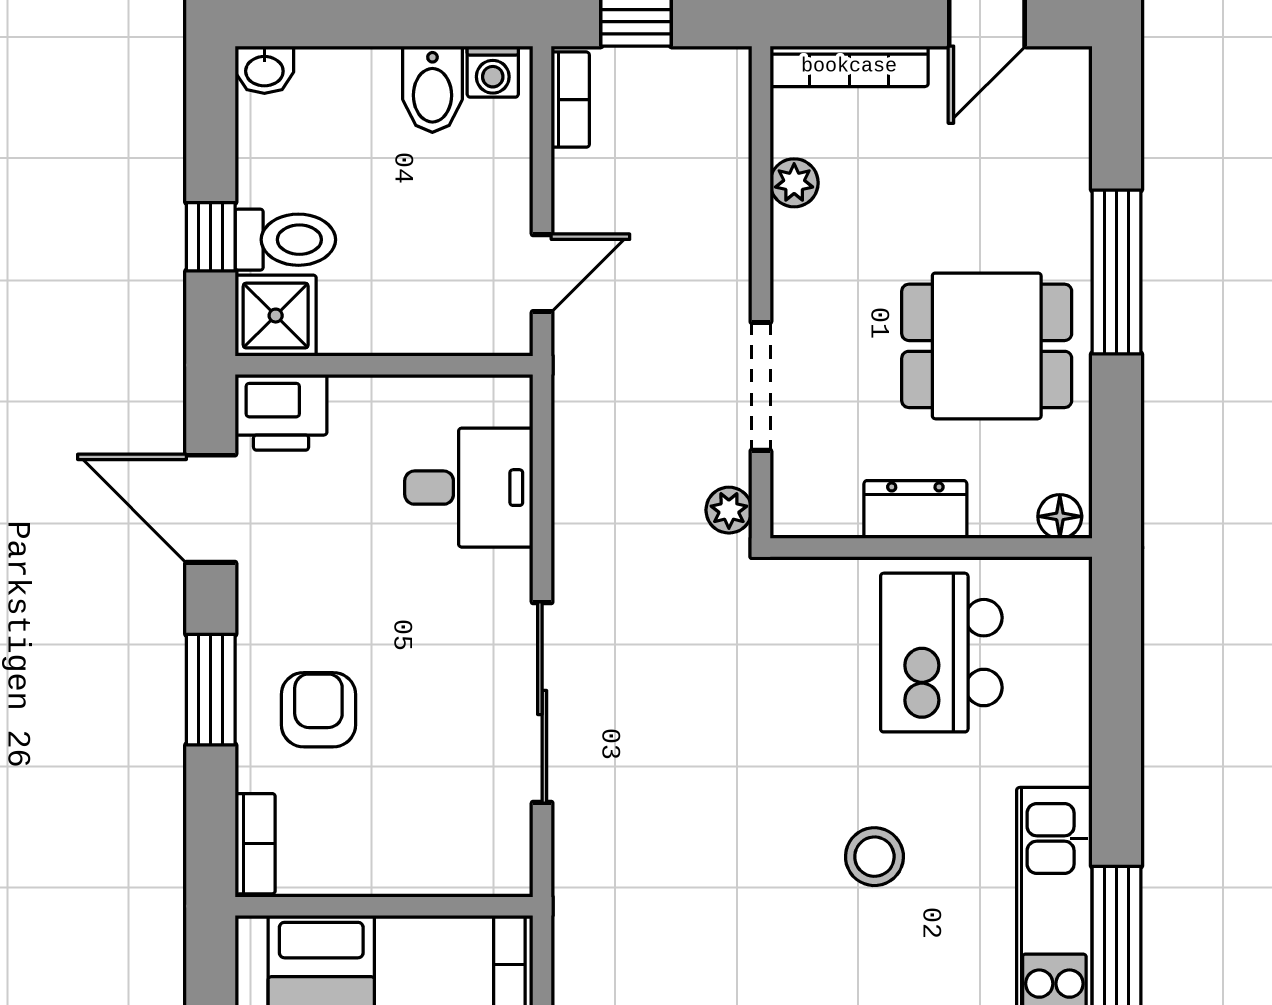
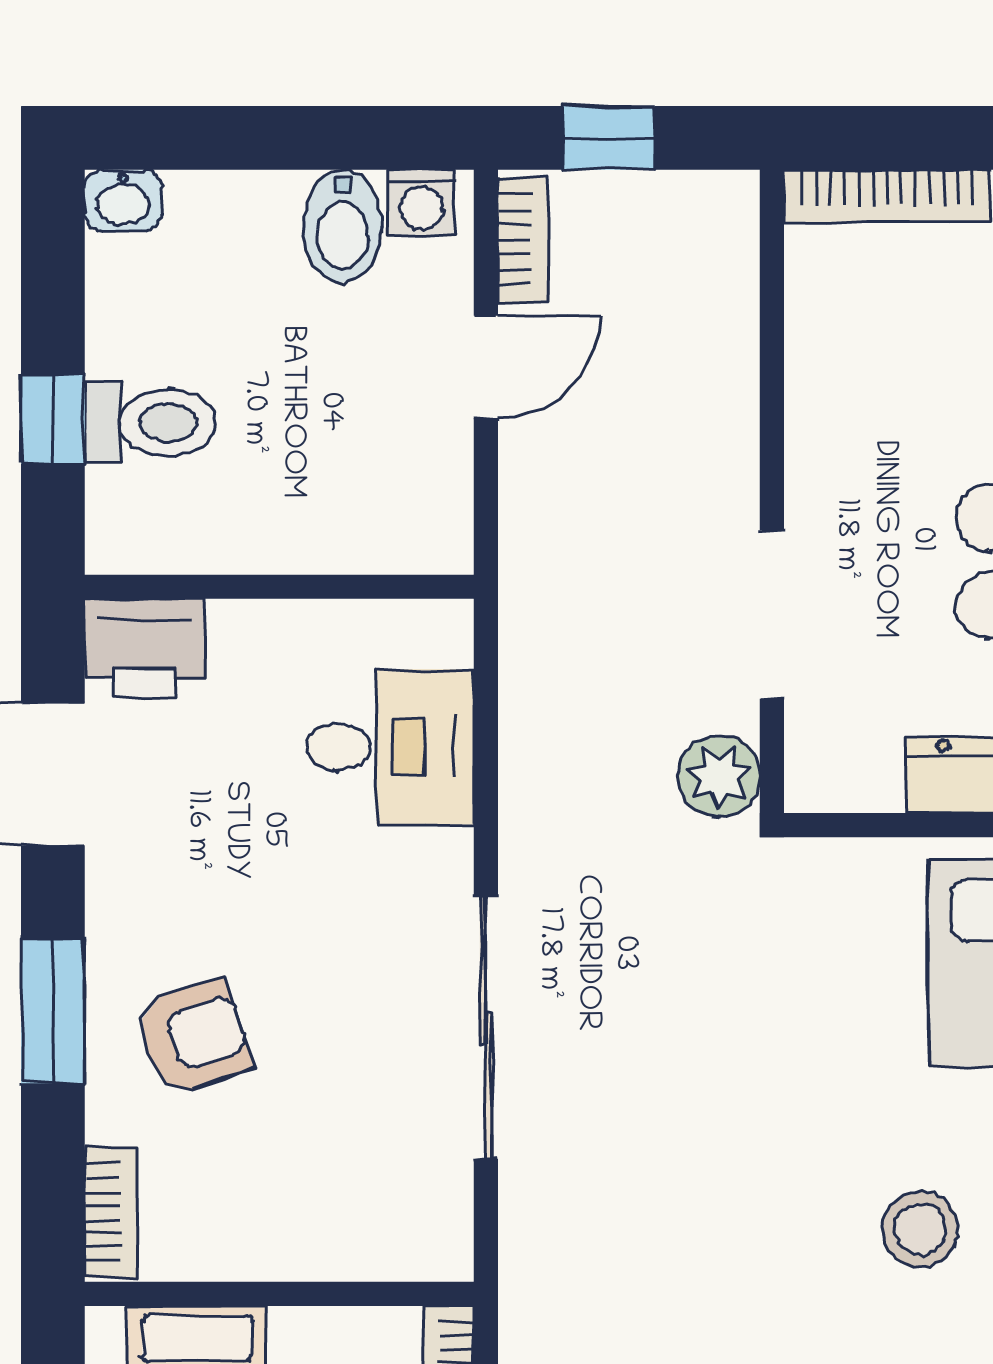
plant: (794, 183) -> (815, 348), removed
door: (542, 273) -> (486, 367), moved
shower: (276, 316) -> (138, 522), removed
plant: (729, 510) -> (719, 776), width x1.38, depth x1.38
armchair: (318, 710) -> (194, 1037), turned 71

